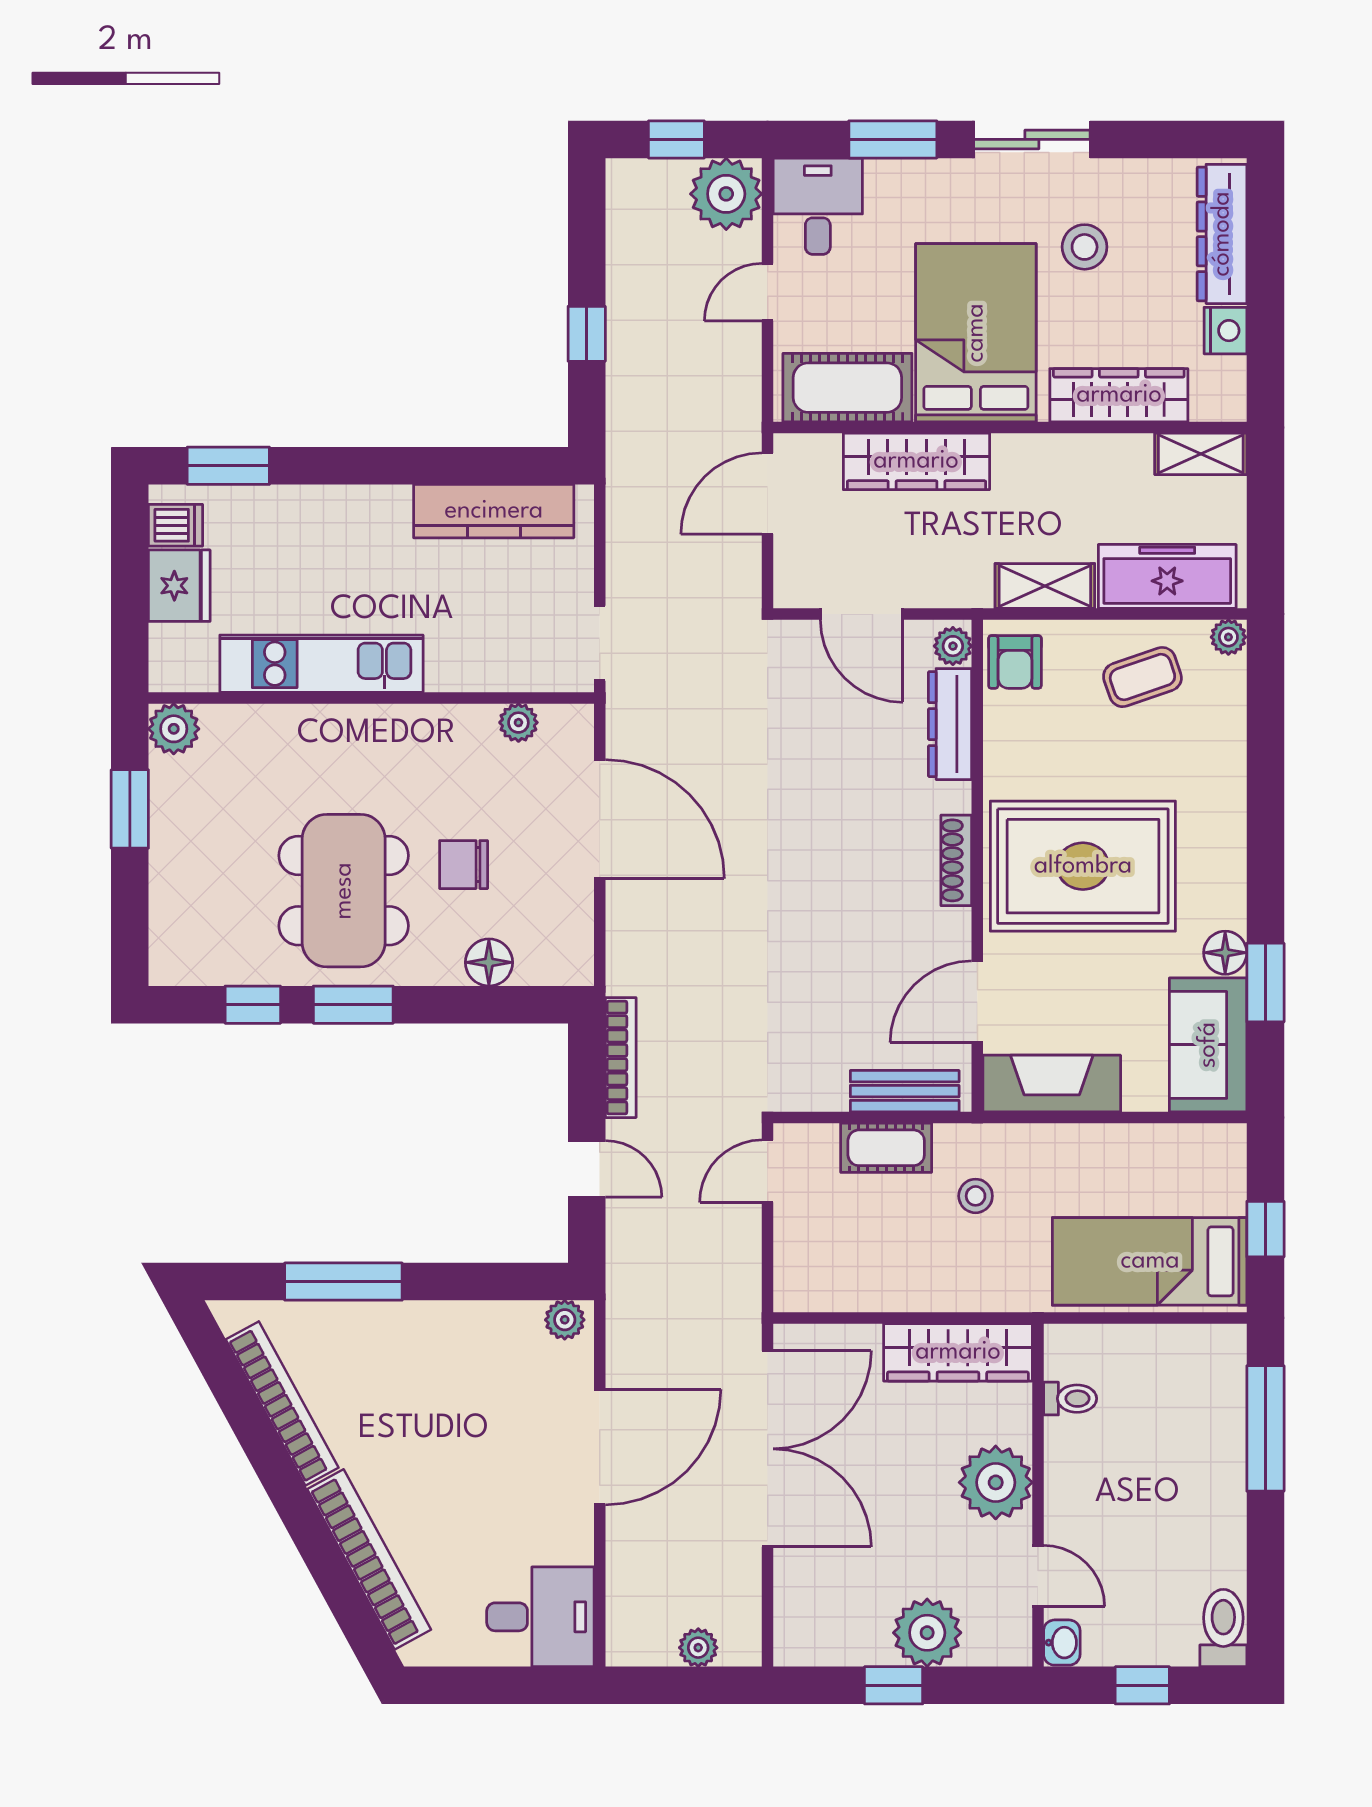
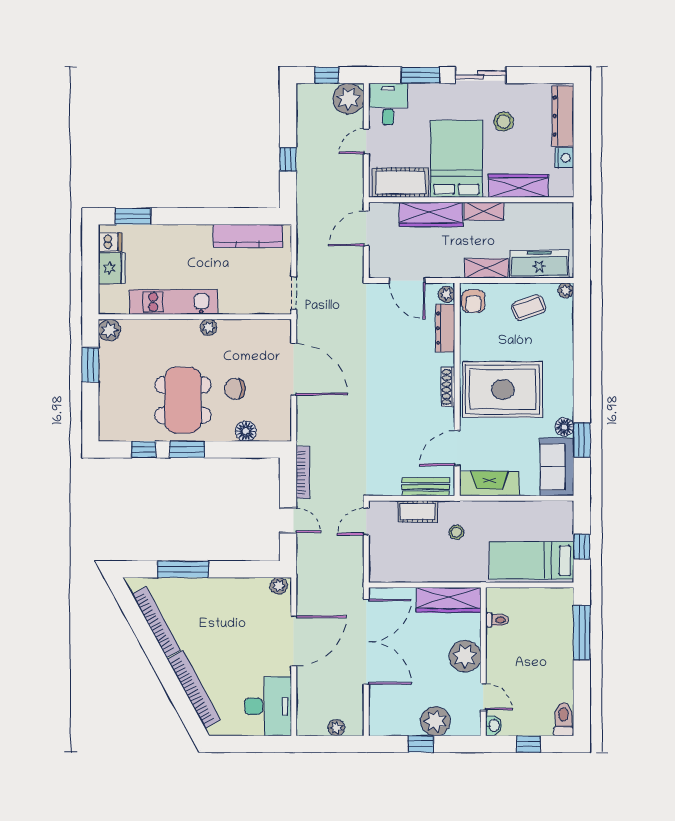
shelving: (1201, 454) -> (484, 211), moved
plant: (518, 723) -> (209, 327), moved
desk: (540, 1617) -> (268, 706), width x1.37

